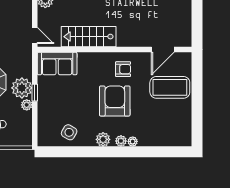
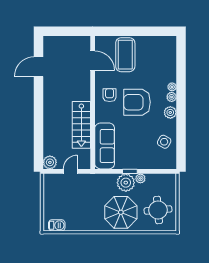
door: (35, 35) -> (70, 171), moved
sofa: (57, 63) -> (105, 146), width x1.36

